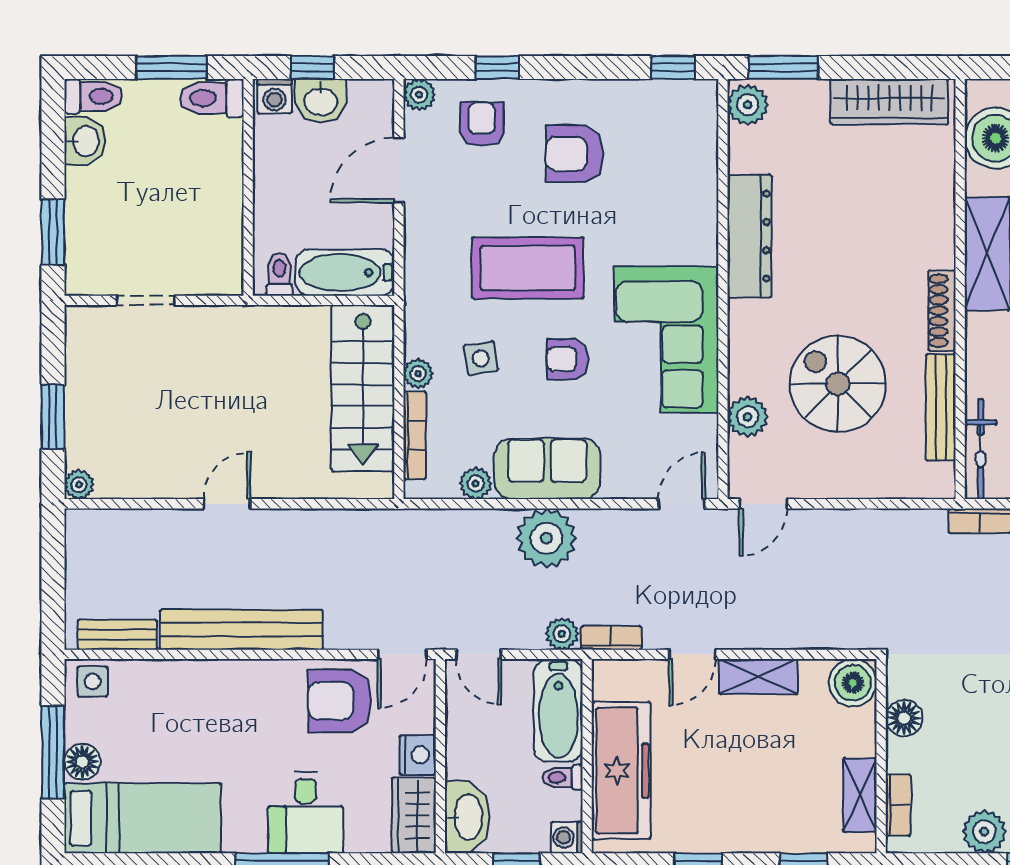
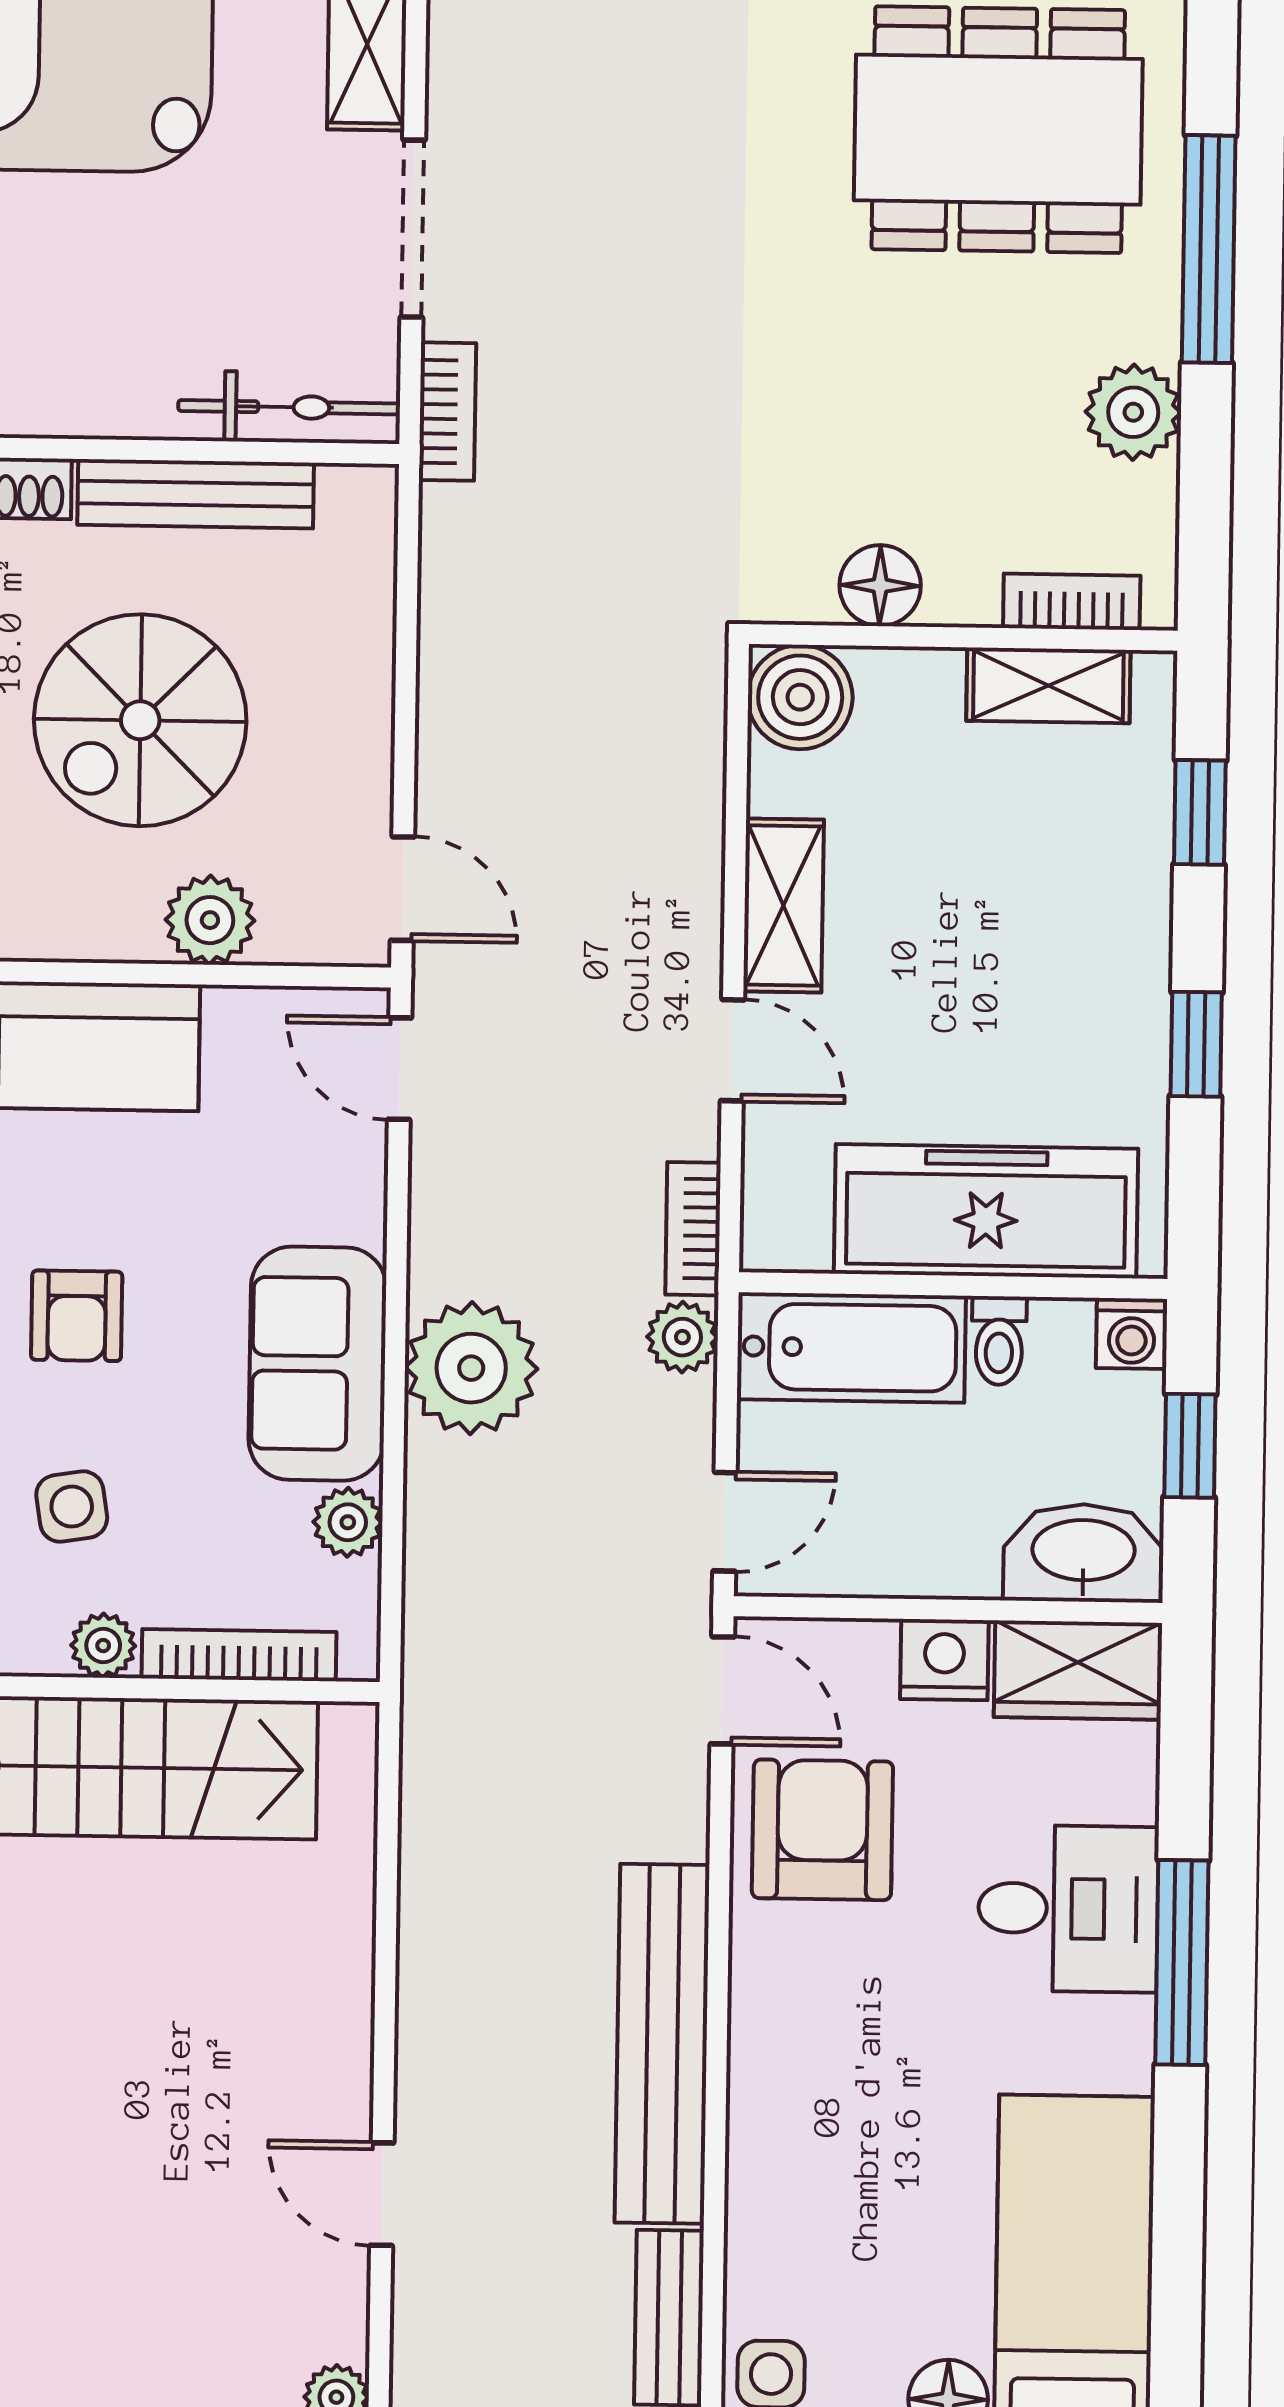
door: (227, 504) -> (382, 2194), moved
armchair: (340, 701) -> (822, 1830), turned 180

